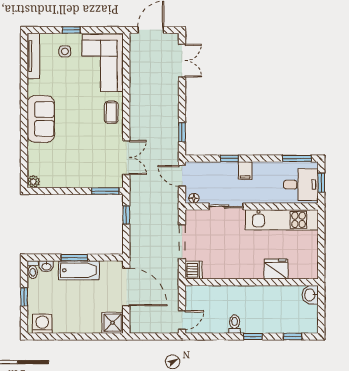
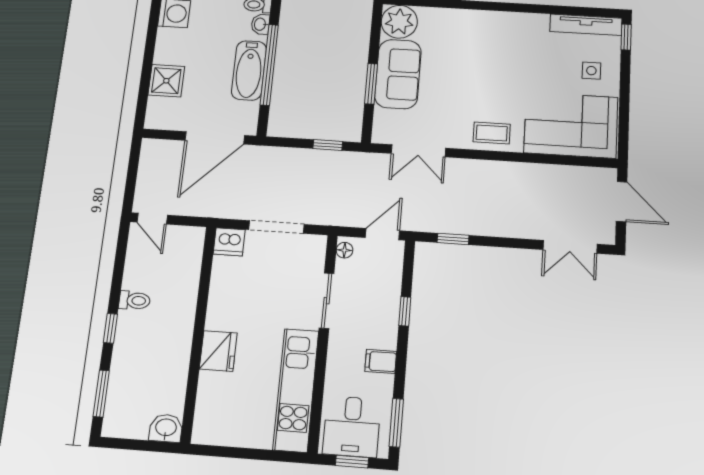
window: (71, 30) -> (626, 37), moved
sofa: (41, 119) -> (398, 74), moved, turned -90
filing cabinet: (245, 171) -> (381, 361), moved
plant: (33, 182) -> (399, 22), width x1.87, depth x1.87
window: (105, 191) -> (371, 84), moved
window: (74, 258) -> (269, 65), width x2.11
fridge: (276, 269) -> (218, 351), moved
shower: (113, 323) -> (166, 81), moved
window: (293, 337) -> (101, 393), width x1.50

